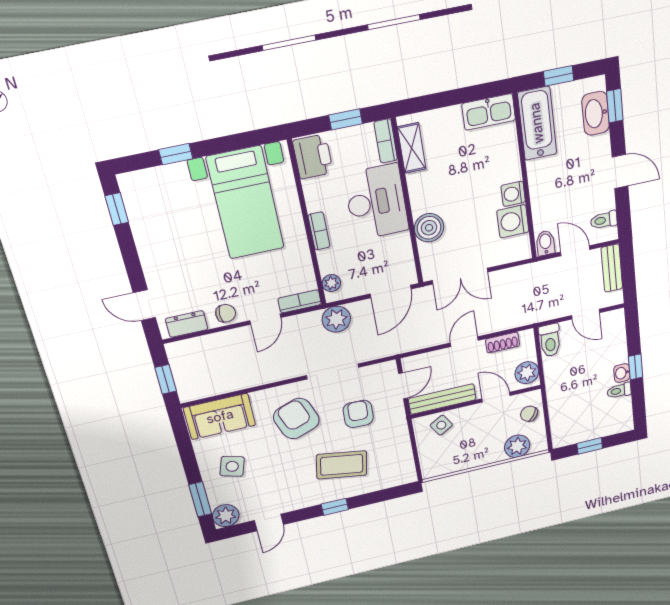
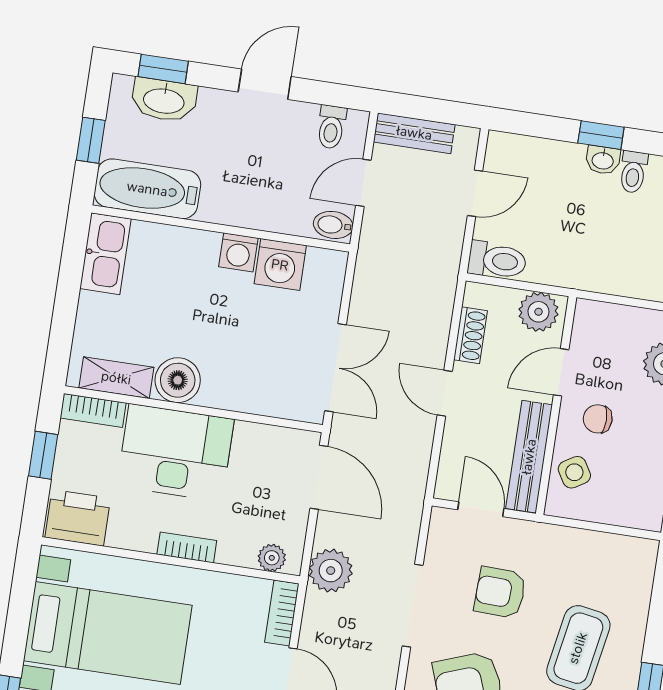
boiler: (429, 228) -> (178, 380), moved
chair: (529, 414) -> (598, 419), moved, turned 57

